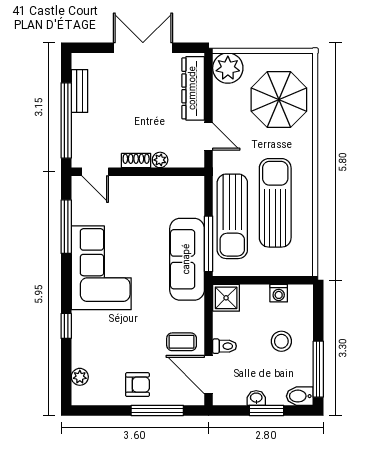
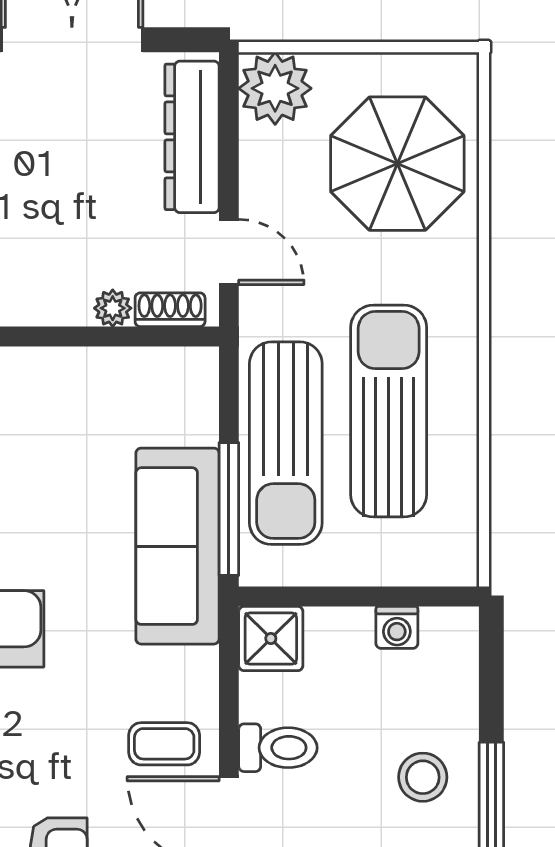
shoe rack: (136, 161) -> (170, 310), moved
stool: (281, 341) -> (423, 777), moved
toilet: (224, 346) -> (278, 748), width x1.37, depth x1.39

